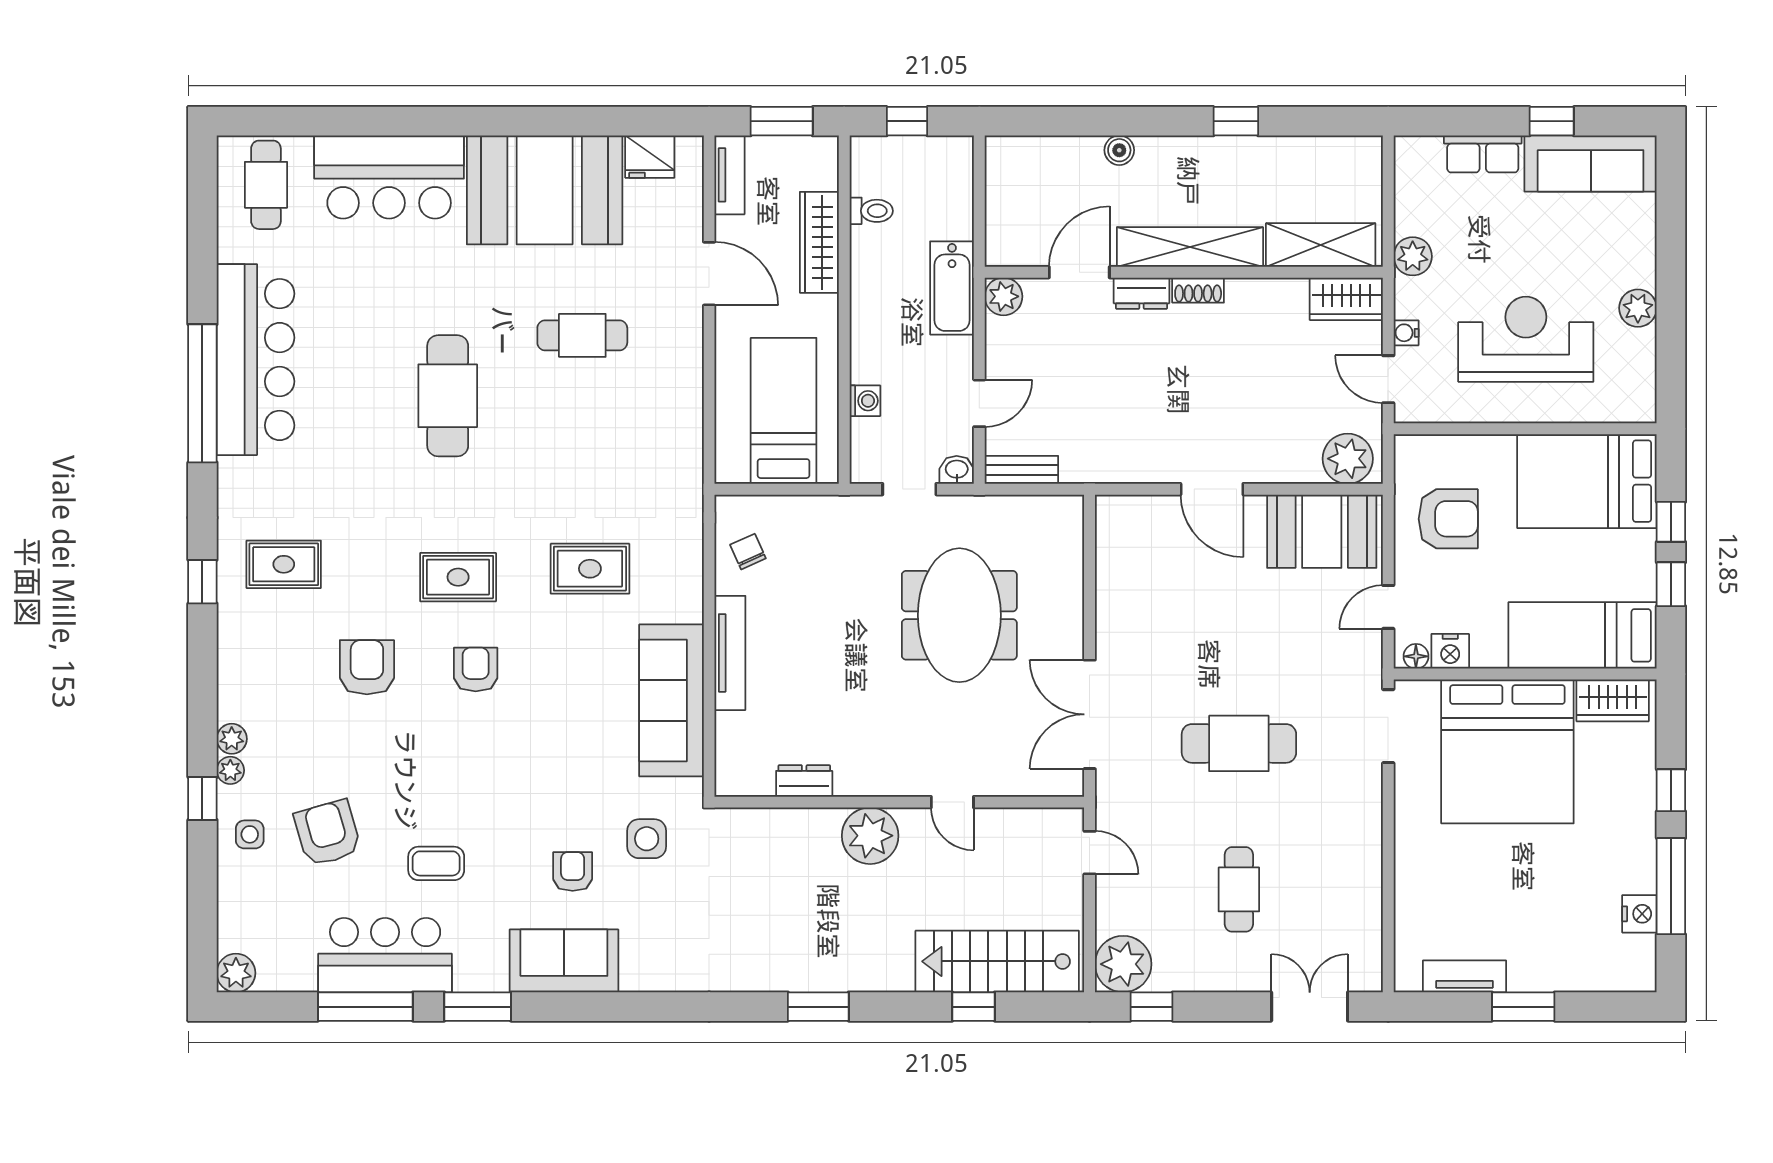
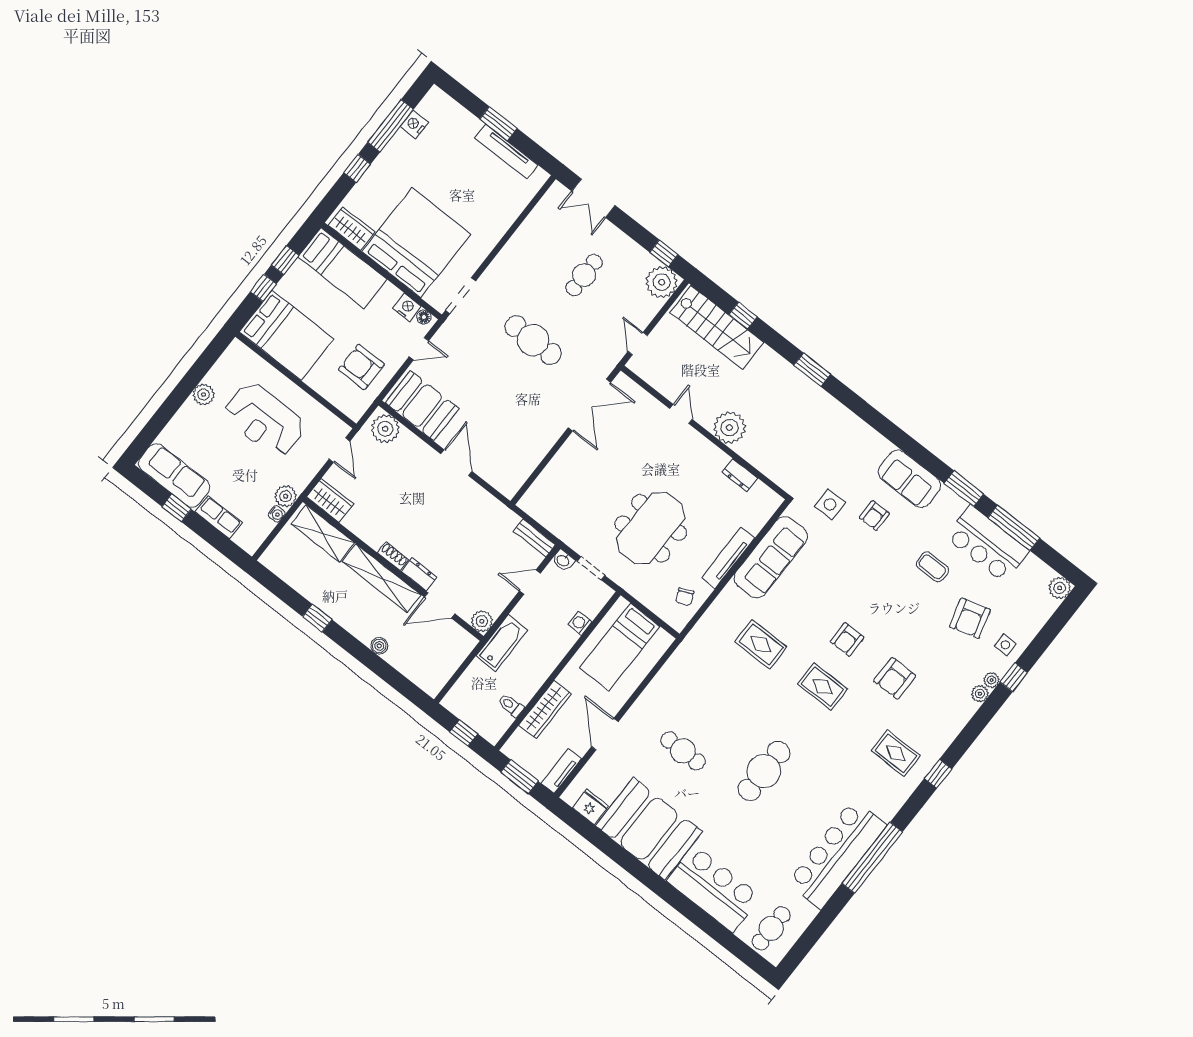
water cooler: (1406, 333) -> (277, 514), moved
meeting table: (959, 615) -> (651, 528), moved
tv unit: (1465, 976) -> (506, 152), width x1.41

